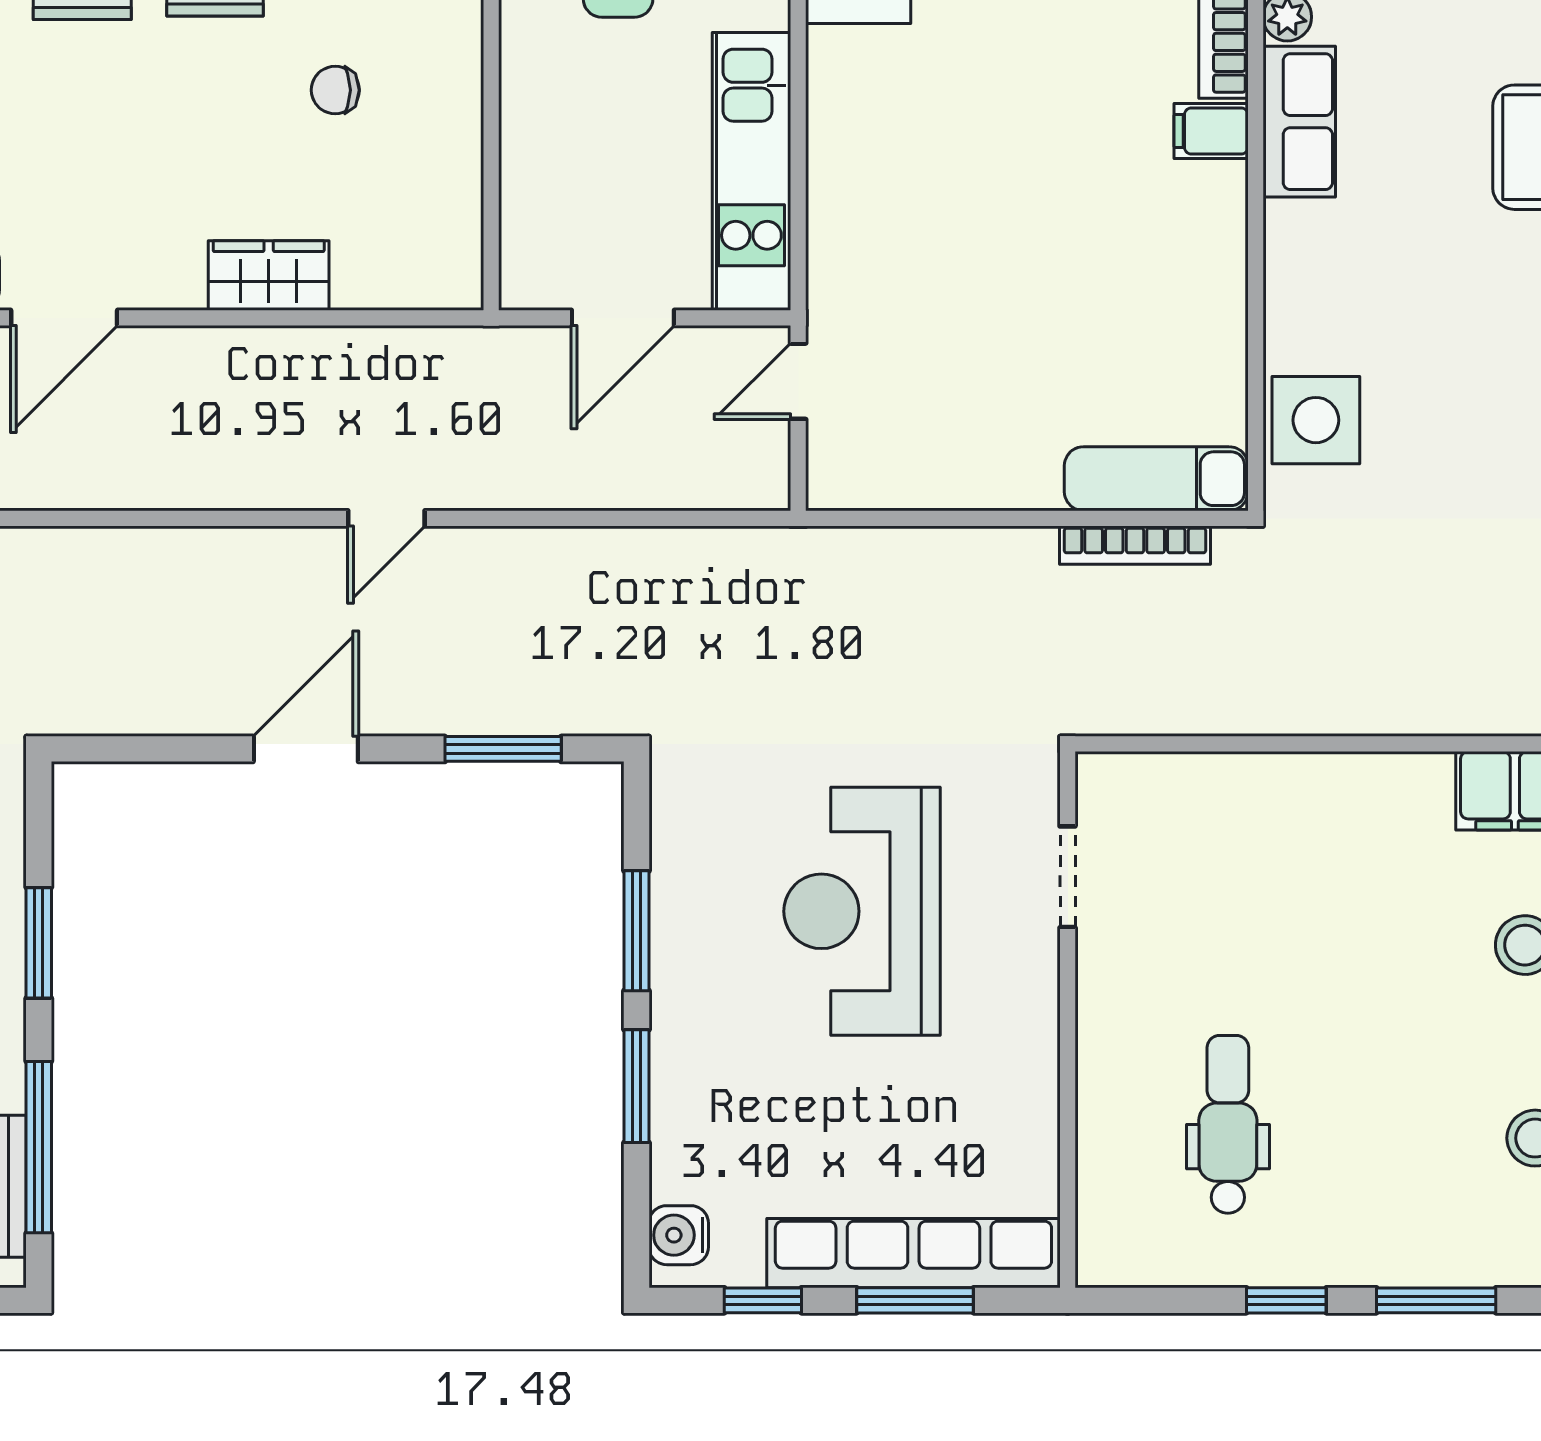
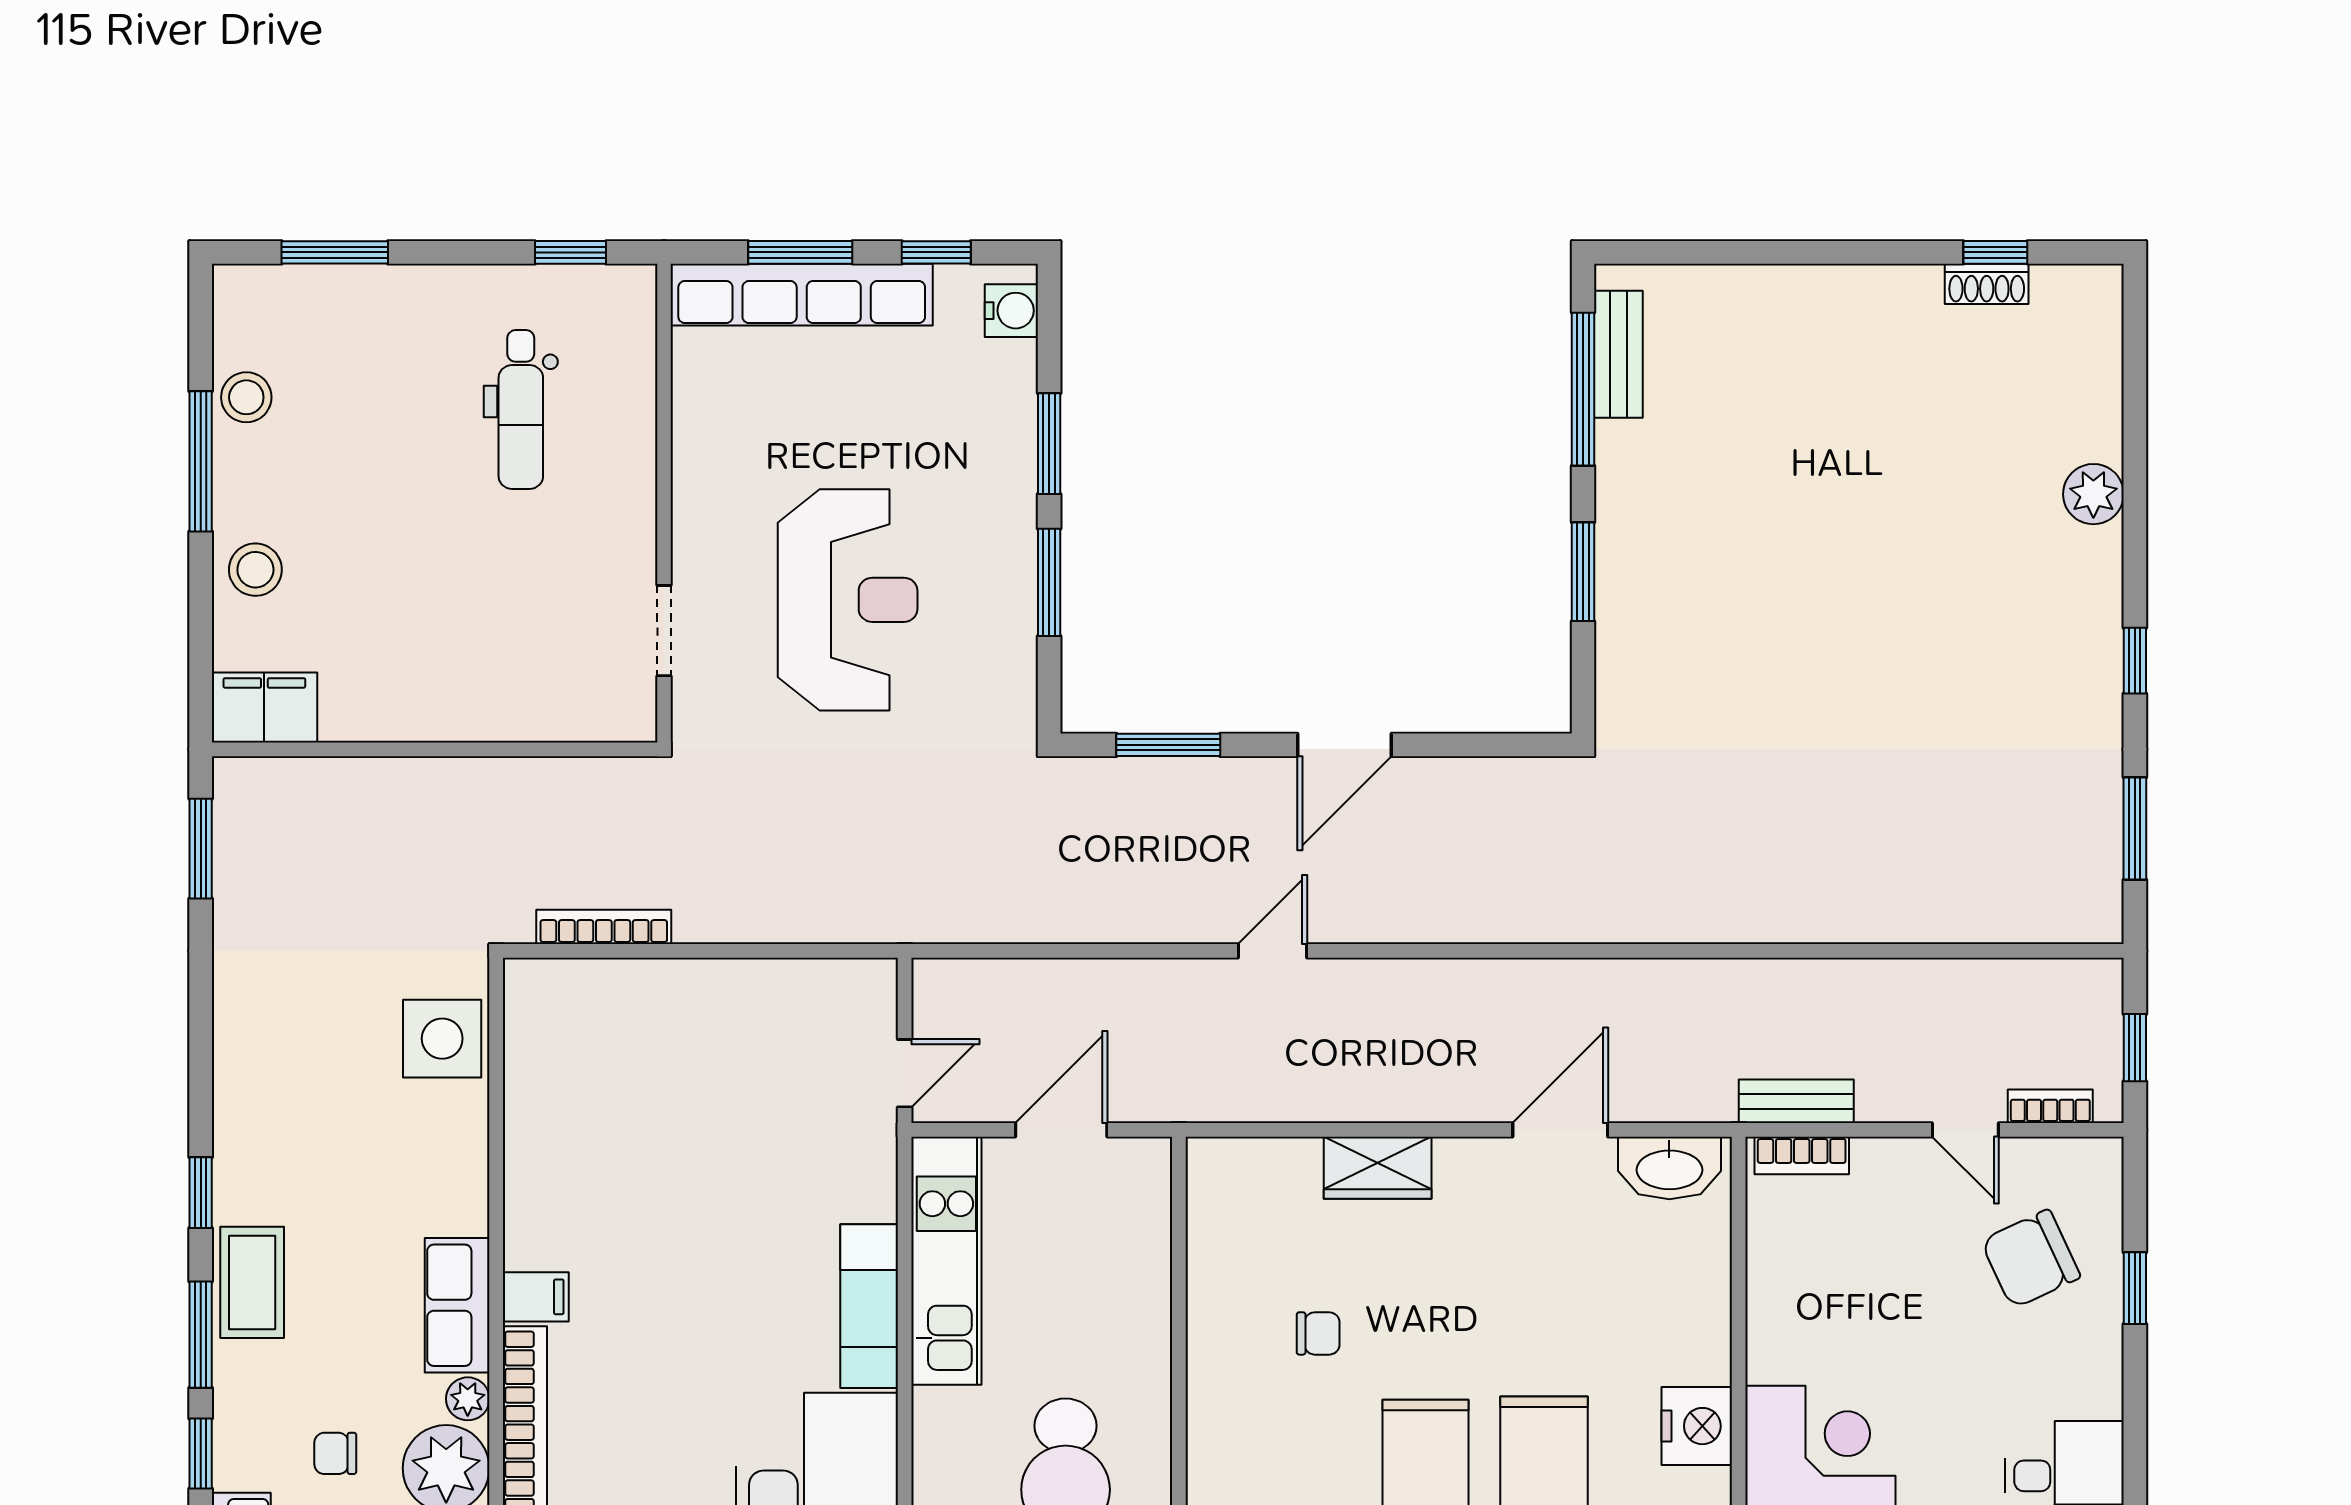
exam couch: (1156, 479) -> (869, 1306), moved, turned 90
window: (1286, 1300) -> (570, 252), moved

